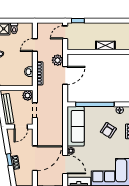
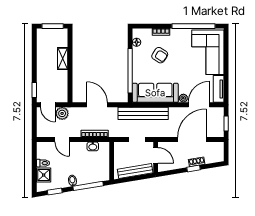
plant: (58, 60) -> (62, 113), moved
plant: (28, 95) -> (120, 148), removed
bench: (58, 116) -> (143, 113), added
door: (35, 158) -> (192, 139), hinge flipped

